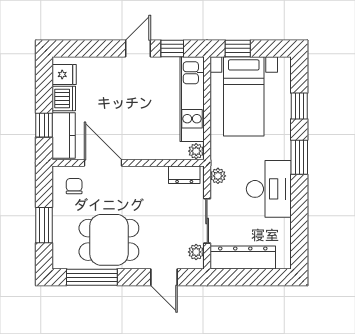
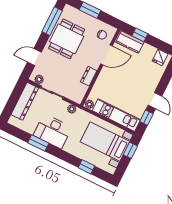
dishwasher: (64, 99) -> (148, 51), removed
window: (299, 157) -> (38, 143), moved
dresser: (184, 175) -> (89, 76), moved

